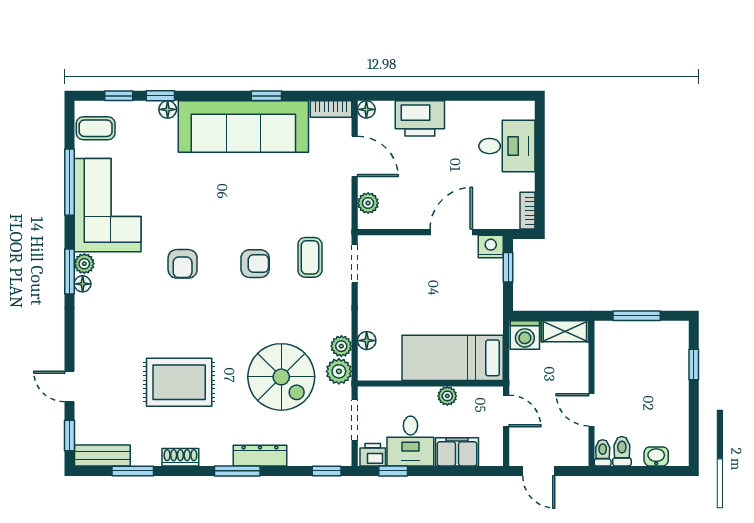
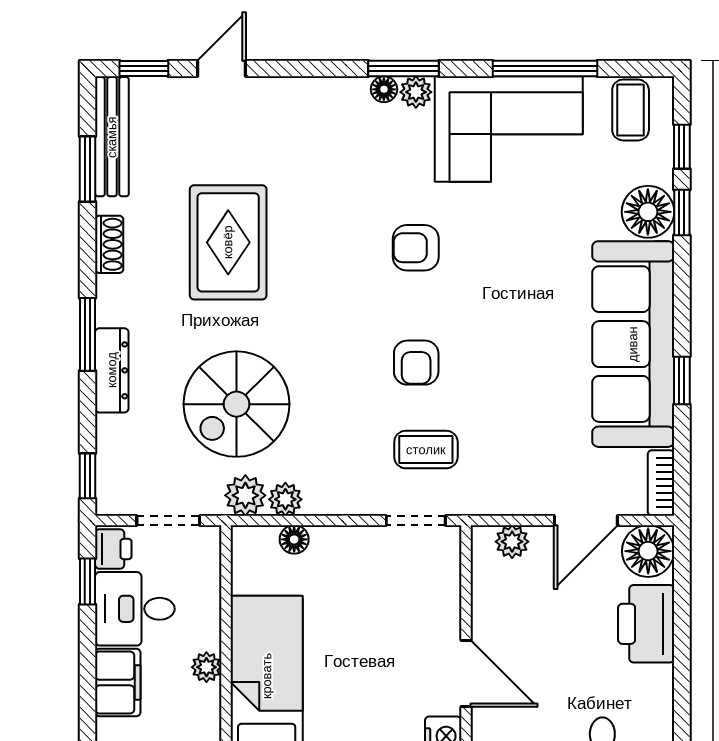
floor lamp: (168, 109) -> (648, 212), width x1.89, depth x1.89
floor lamp: (366, 109) -> (648, 551), width x1.89, depth x1.89
bench: (102, 456) -> (112, 137), width x1.36

